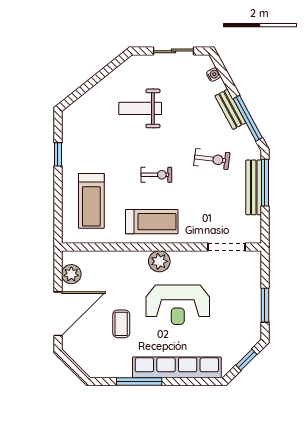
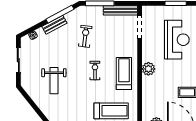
bench: (254, 187) -> (120, 10), moved
reception desk: (178, 305) -> (177, 40), moved

